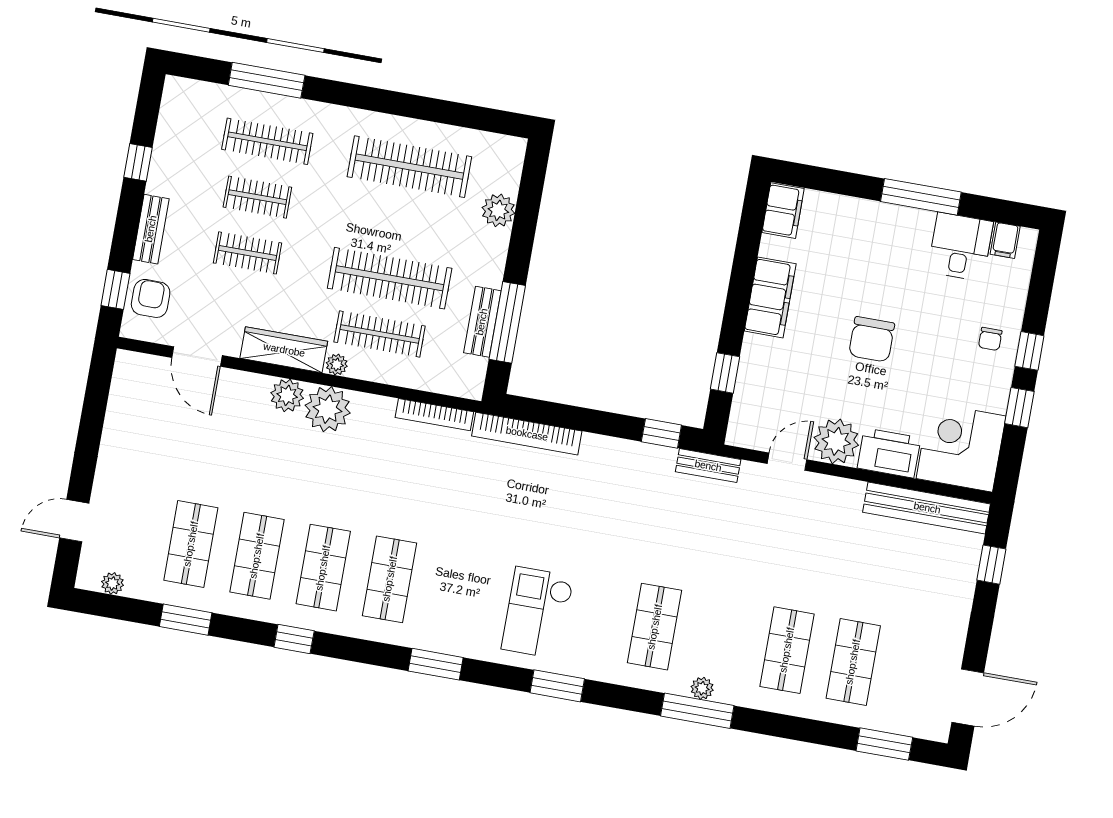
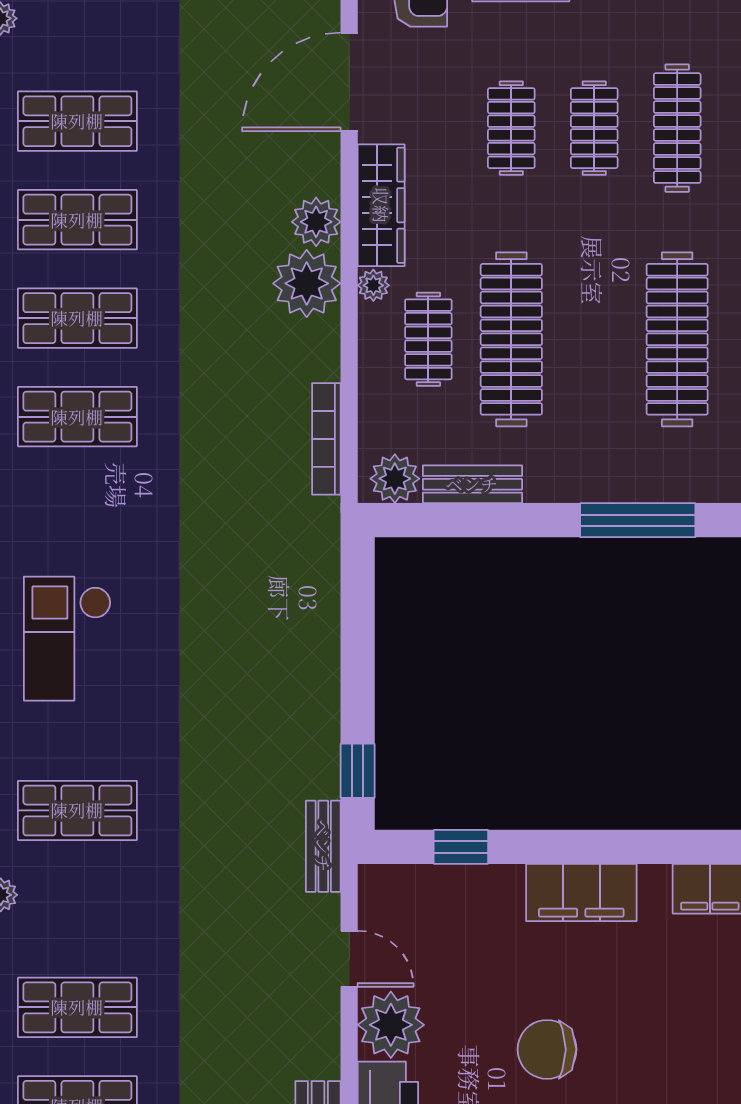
plant: (498, 210) -> (395, 479), moved
window: (507, 322) -> (638, 520), moved
clothes rail: (380, 334) -> (428, 339), width x0.73
door: (197, 357) -> (349, 82), width x1.36
bookcase: (527, 434) -> (323, 577), removed
checkout: (538, 613) -> (67, 639), turned -90

